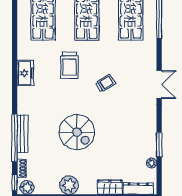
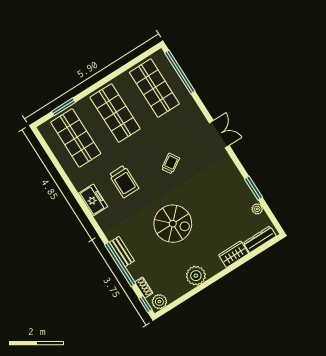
trolley: (70, 65) -> (124, 182), moved
bench: (22, 134) -> (122, 252), width x0.73

